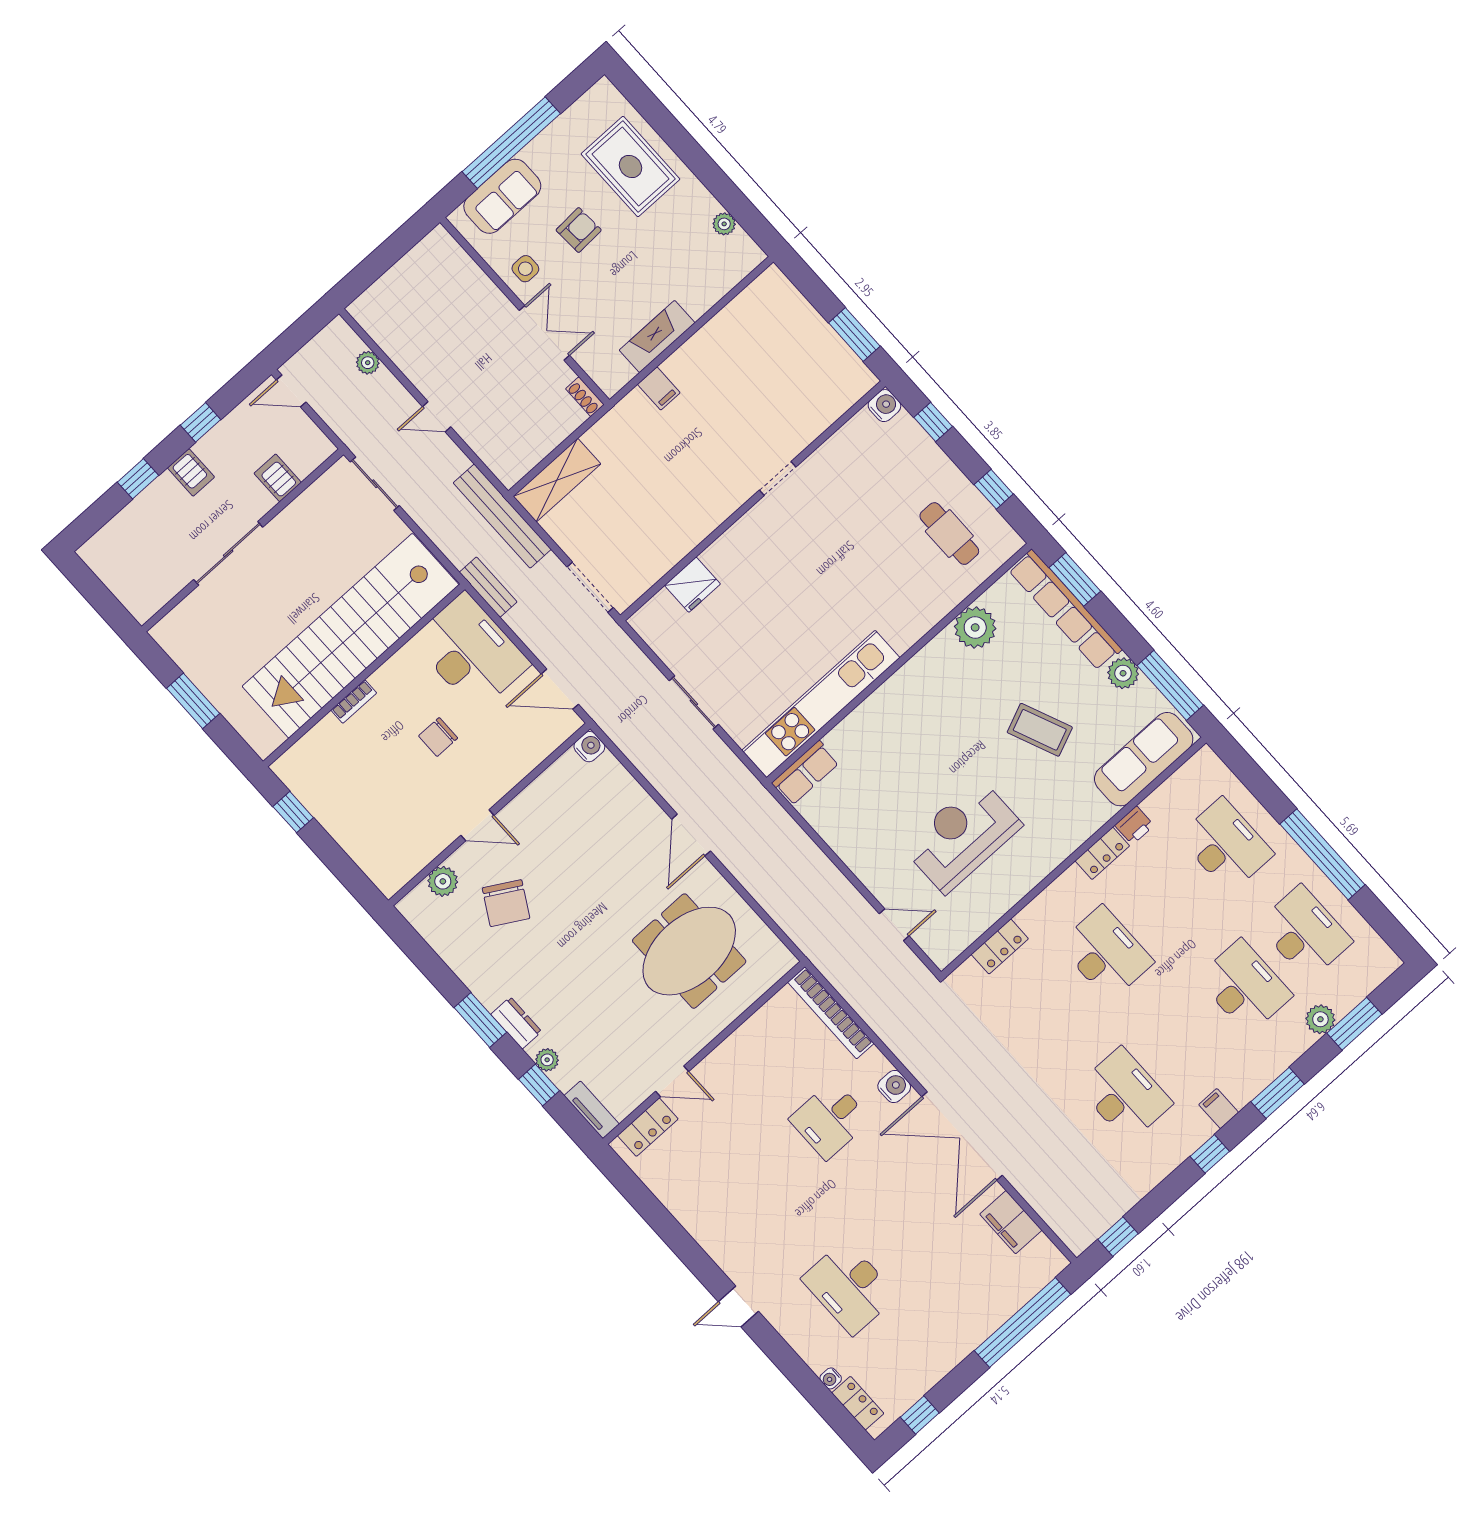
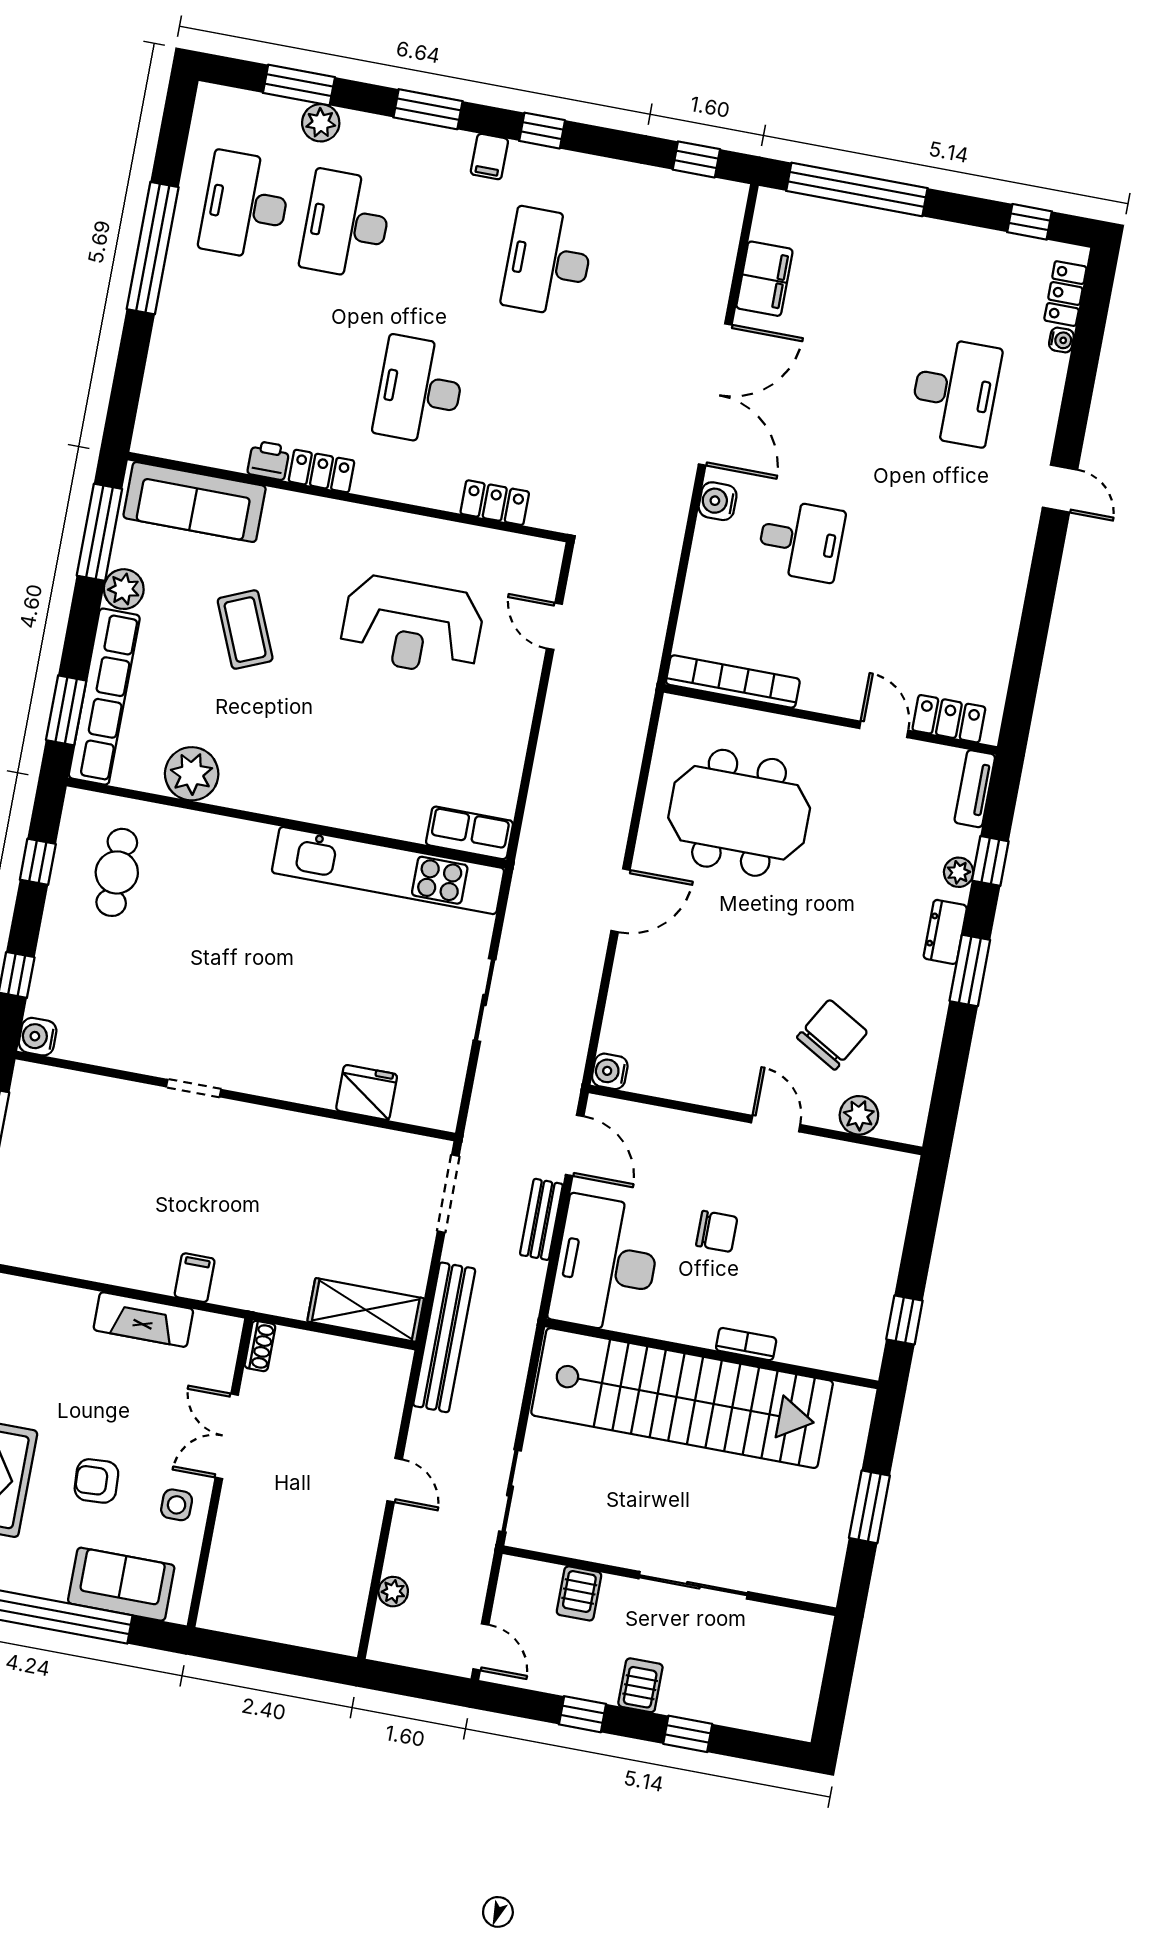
bench: (488, 587) -> (541, 1219), moved
desk: (1226, 845) -> (218, 353), removed
bookcase: (831, 1013) -> (733, 682), moved, turned -90

